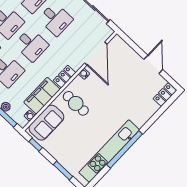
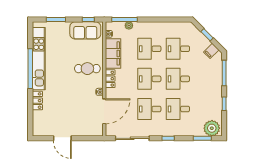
door: (96, 53) -> (104, 111), swing flipped
locker: (165, 95) -> (37, 101), moved
sofa: (46, 123) -> (85, 30), moved, turned -90

